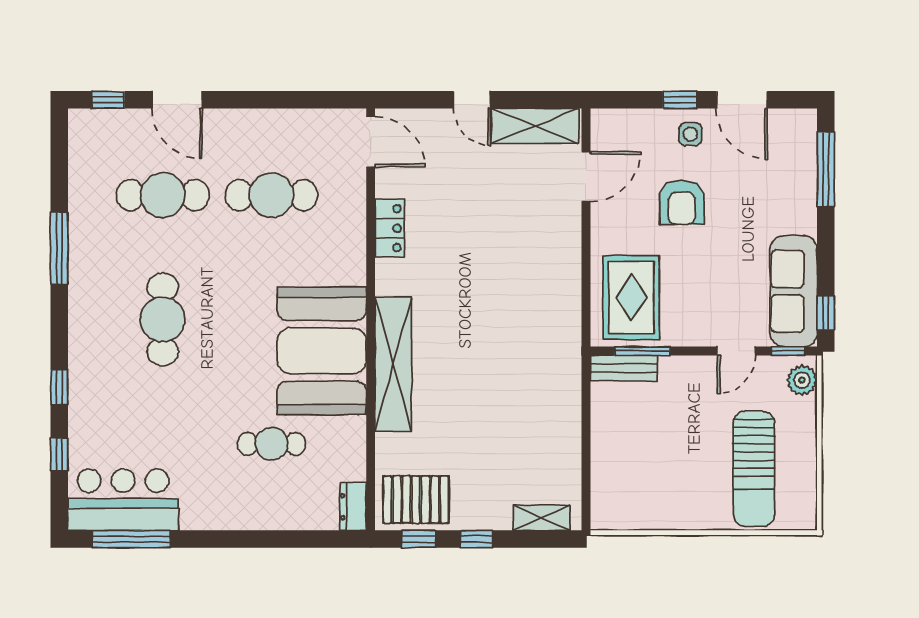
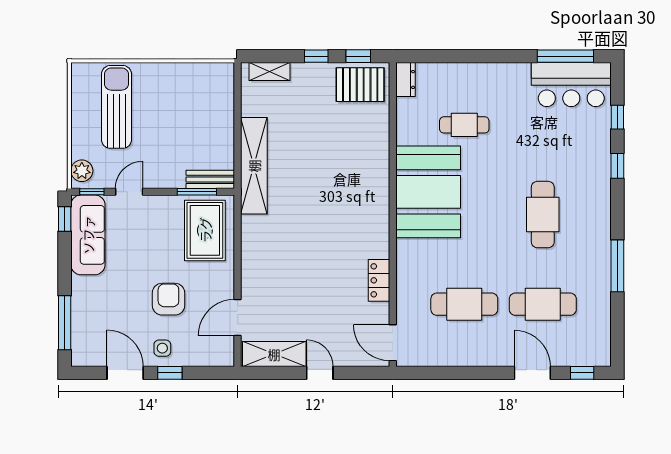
shelving: (393, 364) -> (254, 166), moved

